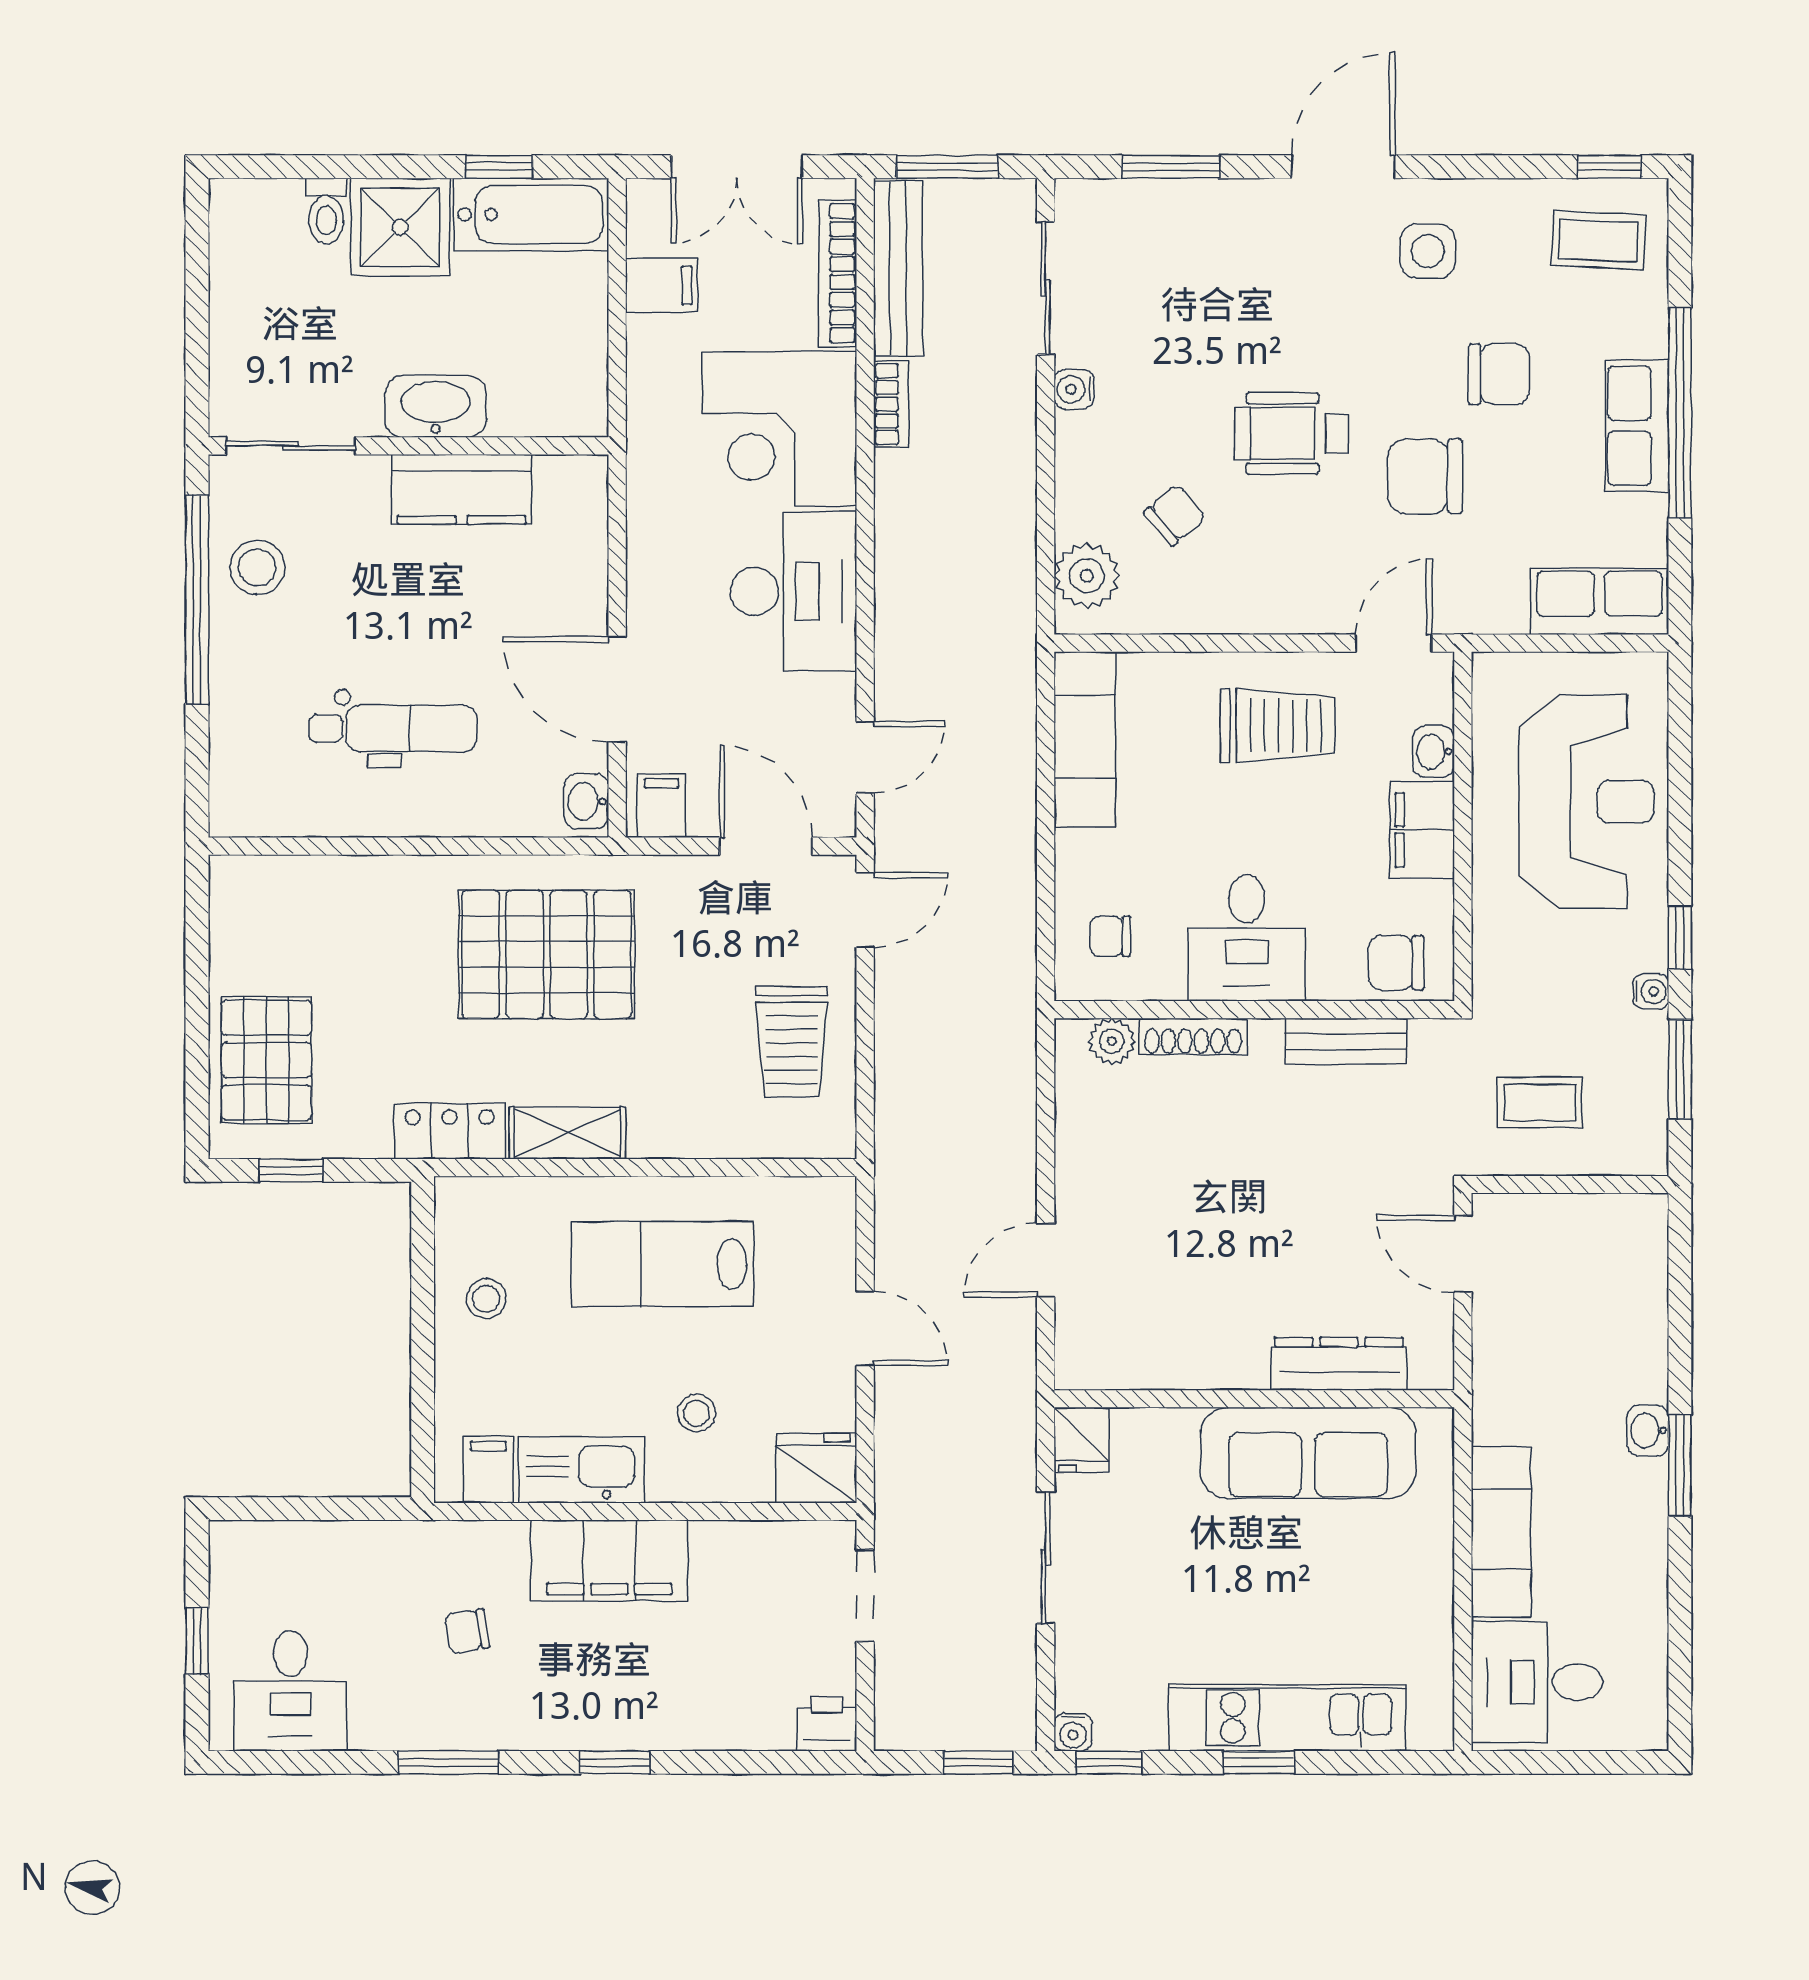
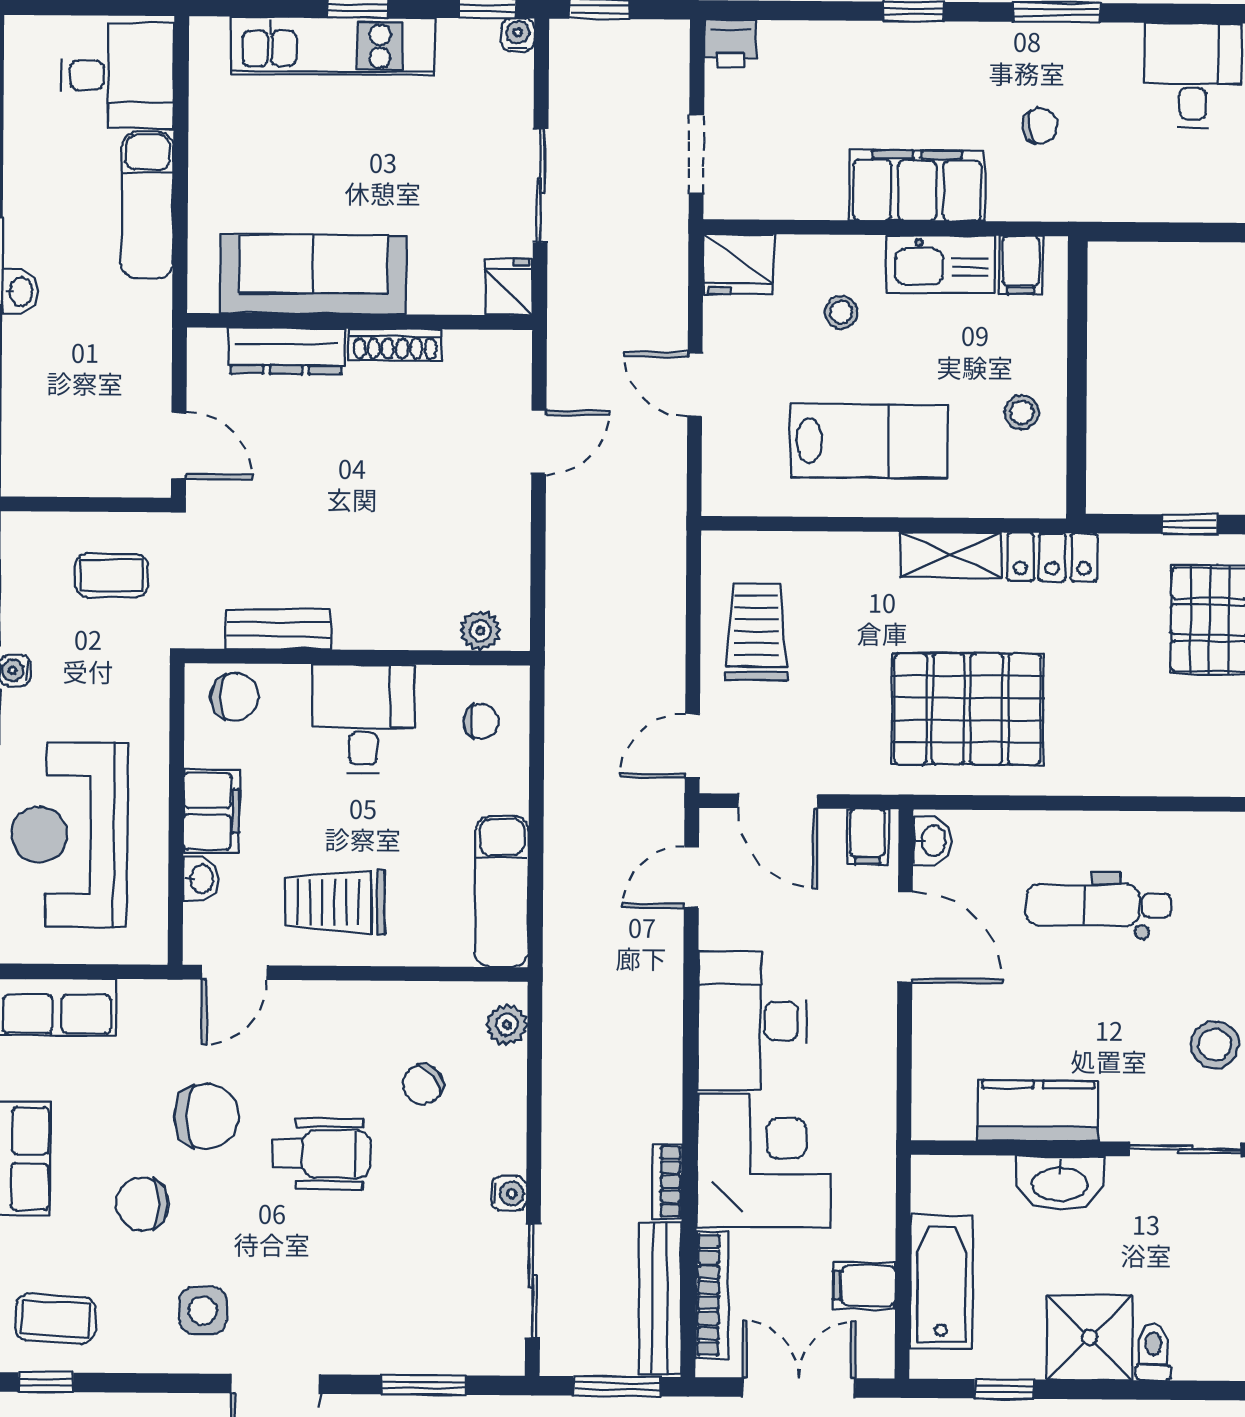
bathtub: (531, 214) -> (941, 1282), moved, turned 90
plant: (1087, 576) -> (507, 1025), width x0.73, depth x0.73
shoe rack: (1193, 1036) -> (395, 345), moved, turned 180

